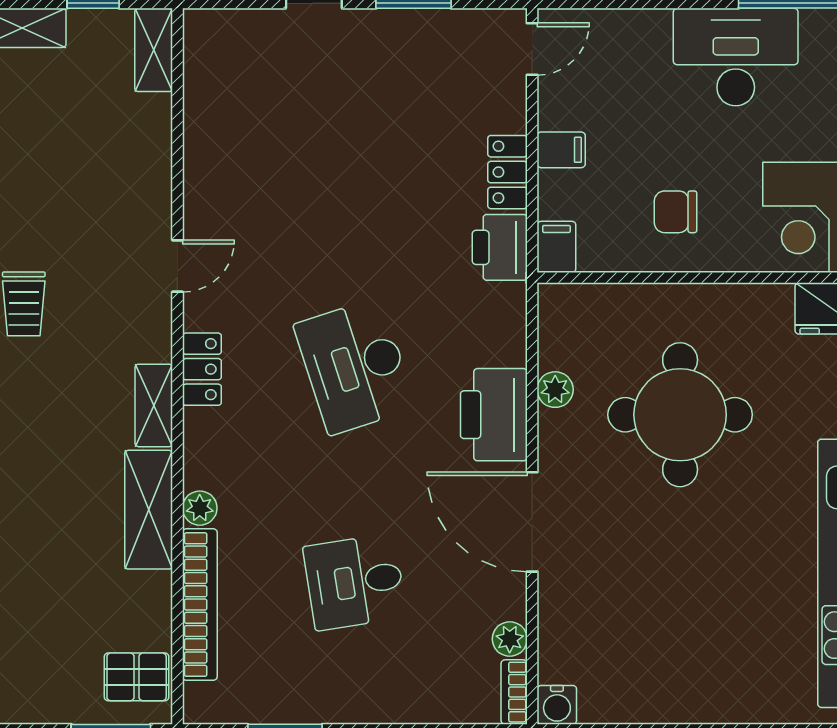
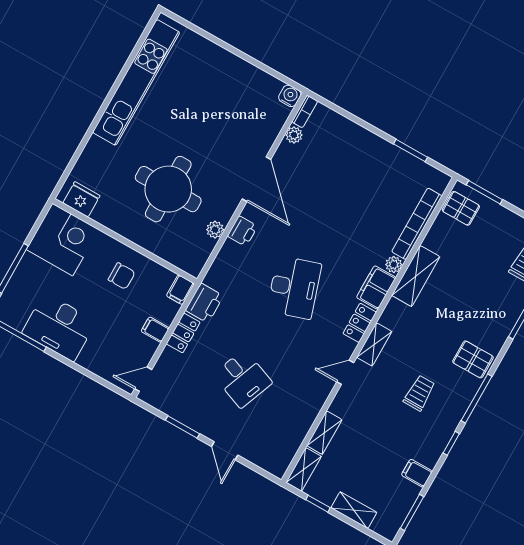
shelving: (154, 137) -> (324, 433), added
shelving: (154, 405) -> (374, 344), moved
printer: (494, 415) -> (242, 231), width x0.53, depth x0.68
filing cabinet: (208, 449) -> (376, 287), added
desk: (355, 582) -> (243, 379), moved, turned 30

